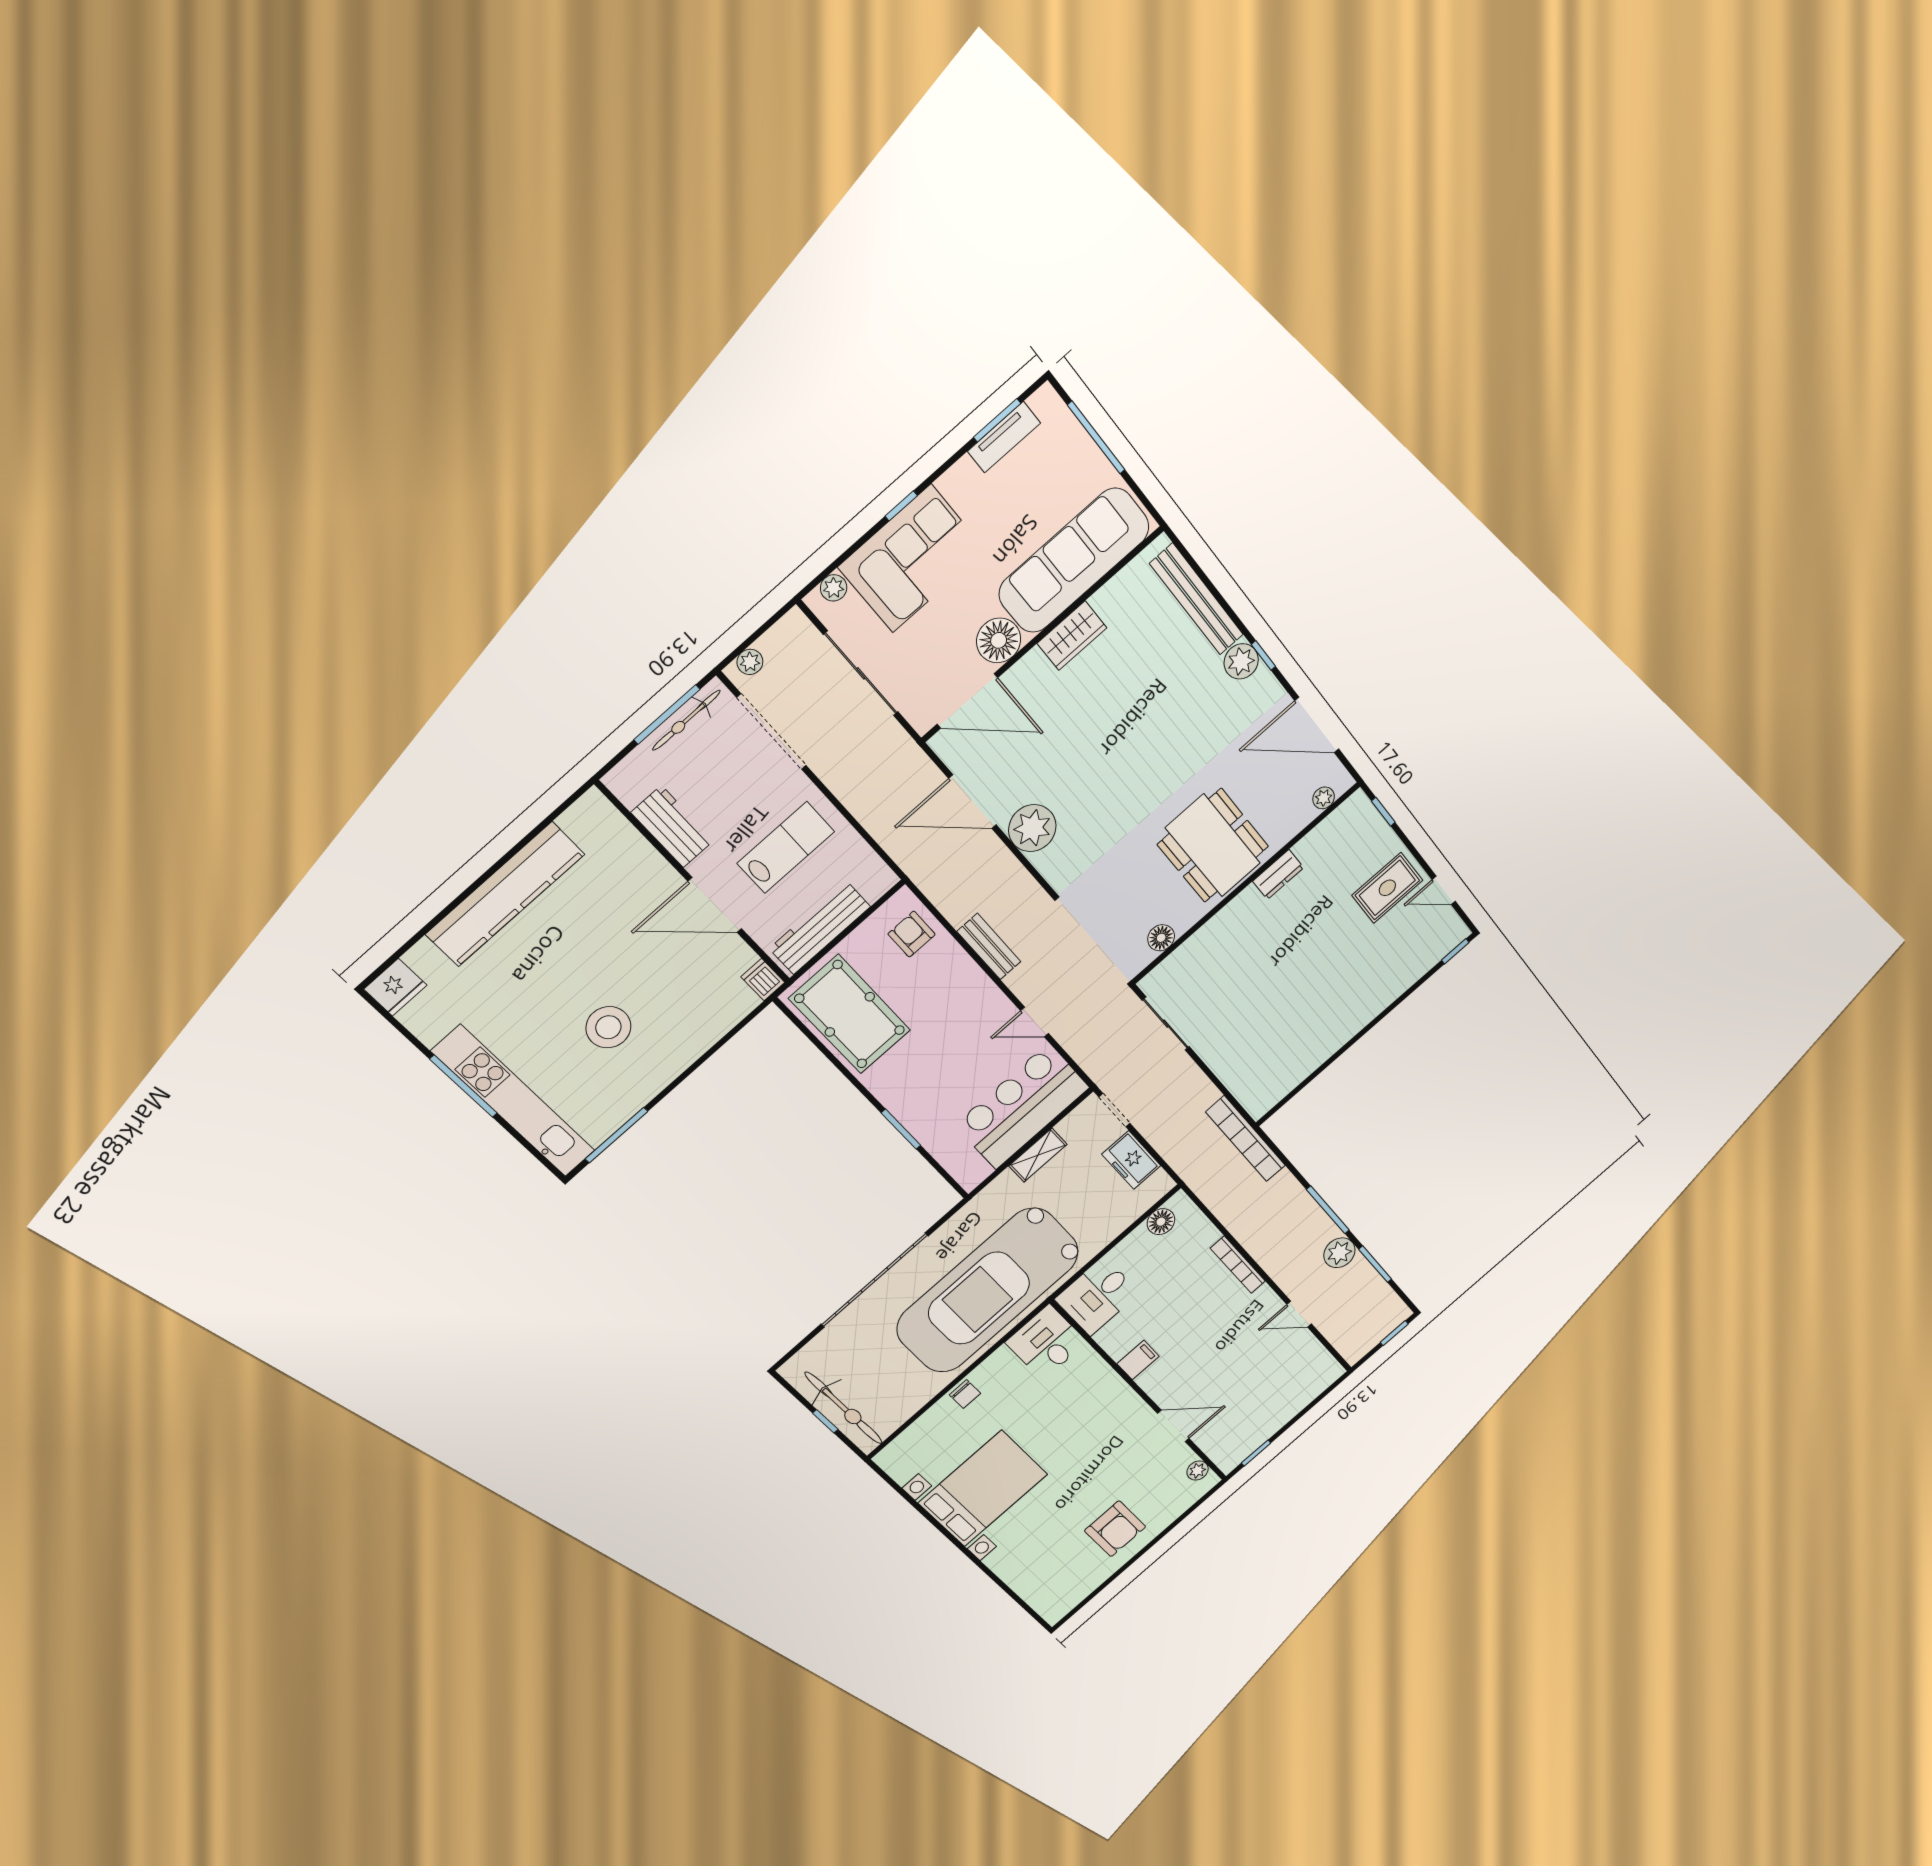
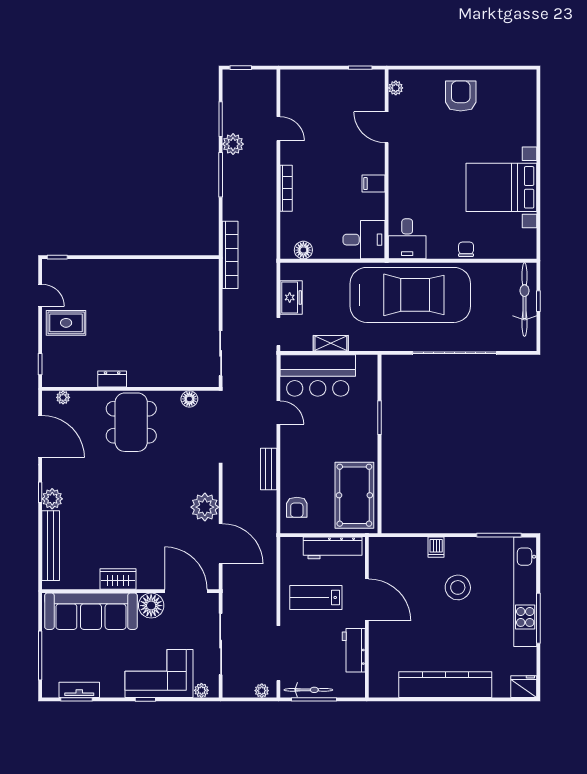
dishwasher: (763, 980) -> (436, 547), moved

